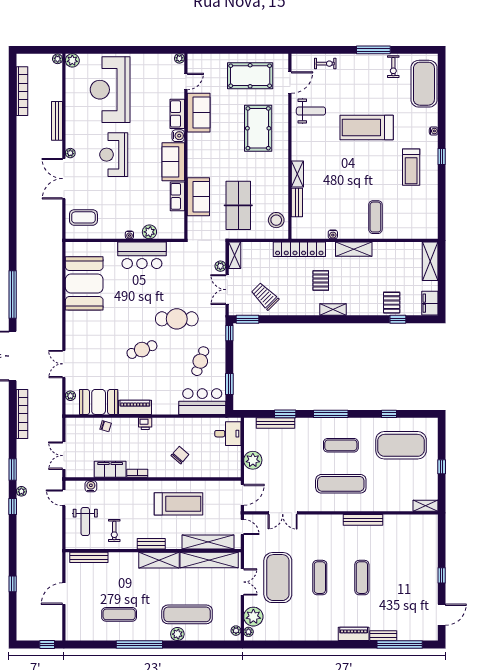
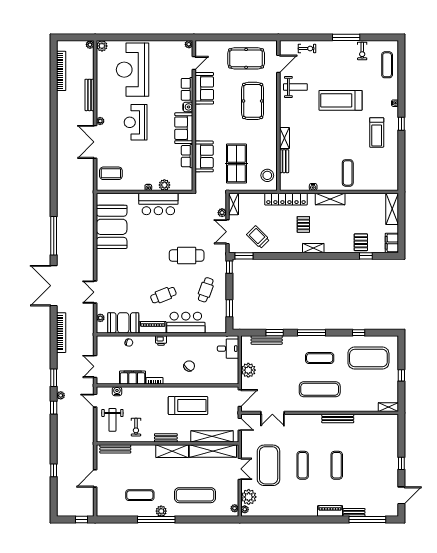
exercise mat: (424, 84) -> (387, 65), width x0.50, depth x0.69
cafe table: (142, 350) -> (163, 295), moved
bar counter: (202, 402) -> (186, 323), moved
plant: (177, 634) -> (161, 511), moved

